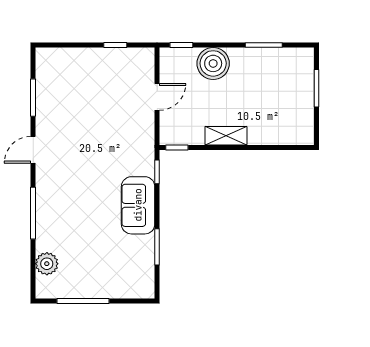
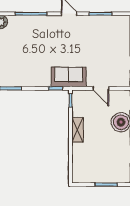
sofa: (138, 205) -> (69, 77), moved

